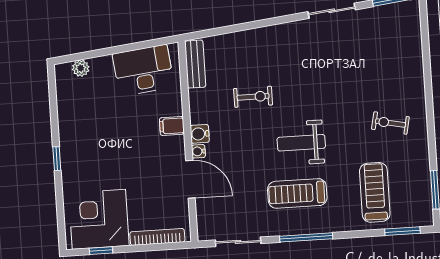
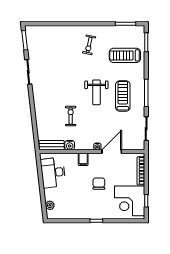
water cooler: (200, 134) -> (70, 145), moved
chair: (128, 159) -> (99, 184), added
treadmill: (297, 193) -> (123, 96), turned 180

